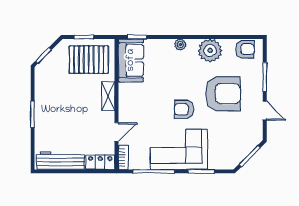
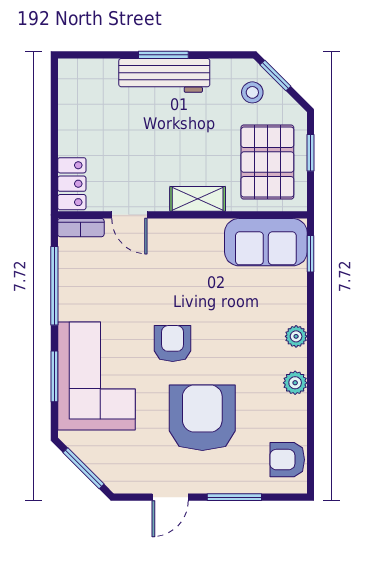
armchair: (245, 49) -> (287, 460), turned 90
plant: (210, 50) -> (295, 383), width x0.53, depth x0.53
stool: (52, 67) -> (252, 92), added
armchair: (223, 94) -> (202, 418), turned 180
corner sofa: (179, 149) -> (96, 376), moved
workbench: (61, 161) -> (164, 75), moved, turned 90

